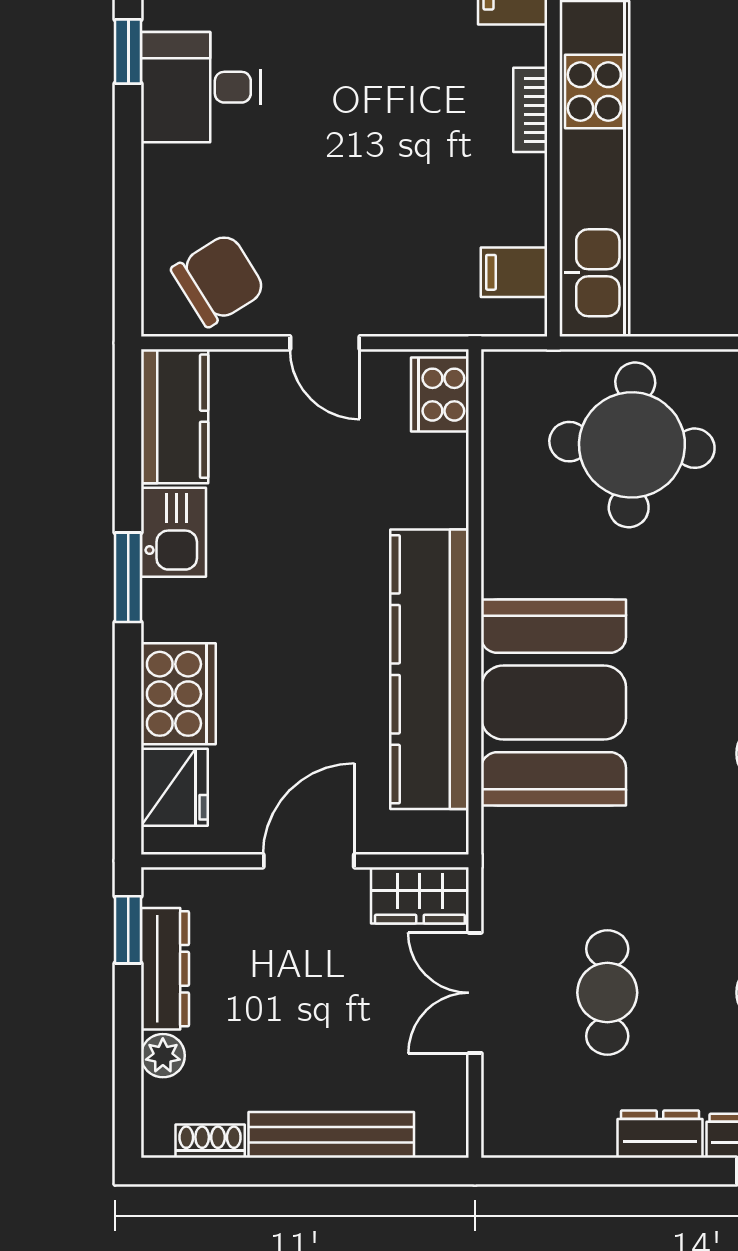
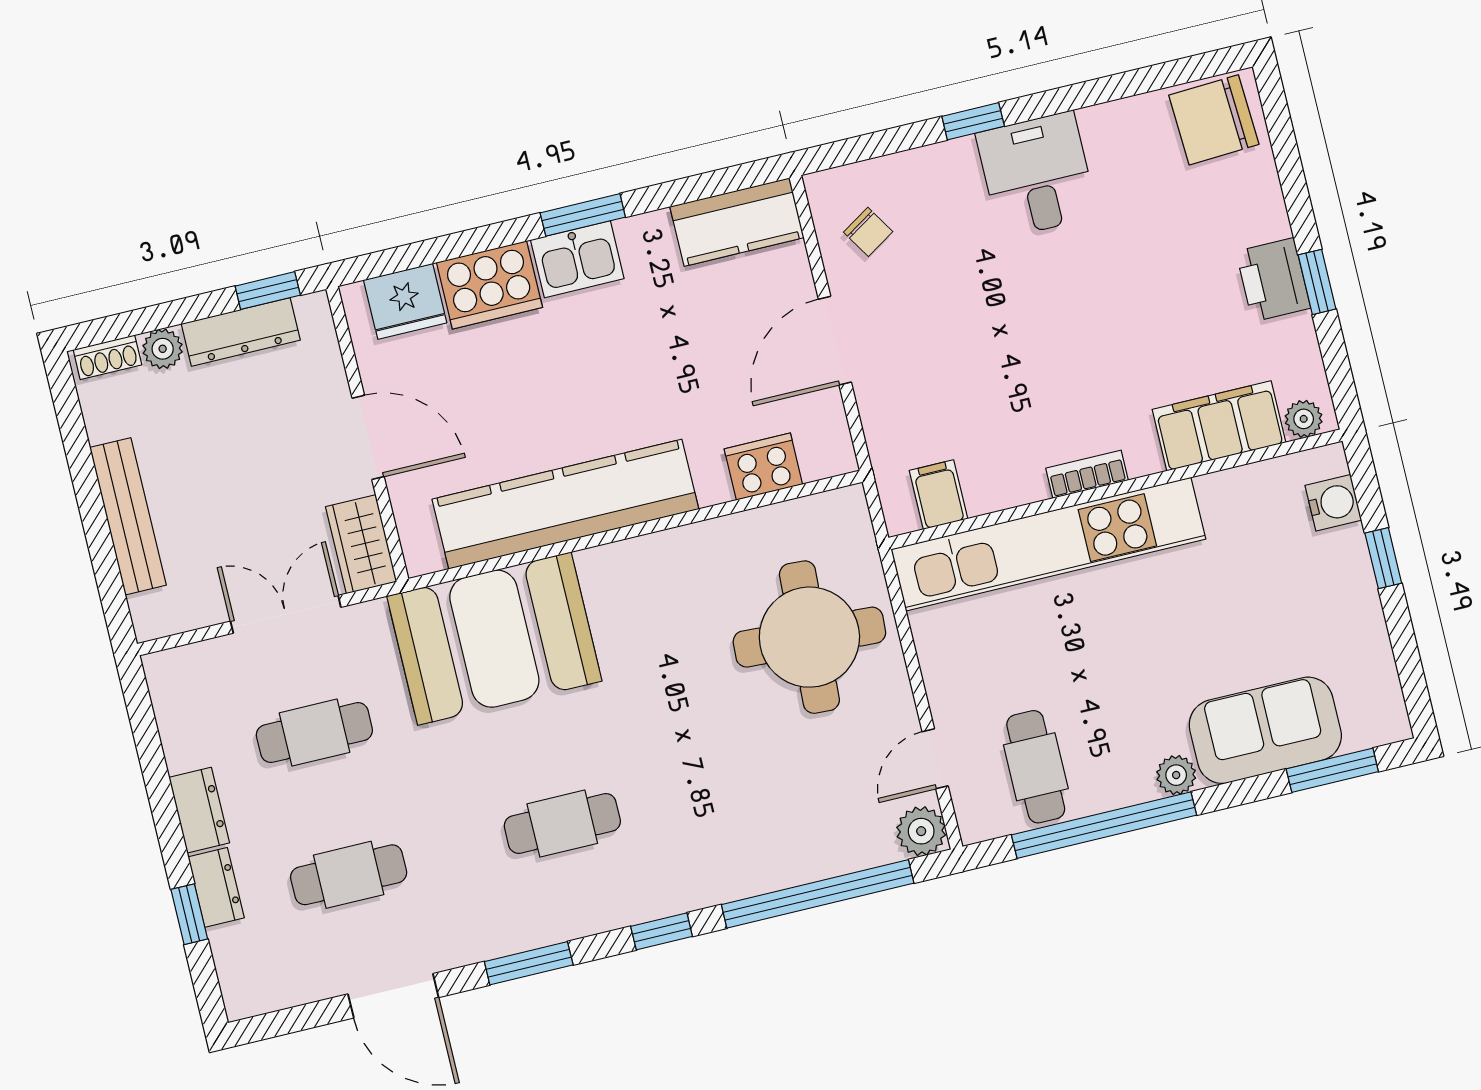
window: (128, 52) -> (973, 121), moved
chair: (218, 280) -> (868, 232), width x0.54, depth x0.54
door: (325, 343) -> (835, 341), width x1.38
cooker: (440, 395) -> (763, 467), moved
kitchen sink: (173, 532) -> (577, 259), moved
booth: (554, 703) -> (494, 639), moved
shoe rack: (210, 1141) -> (107, 357), moved, turned 90

